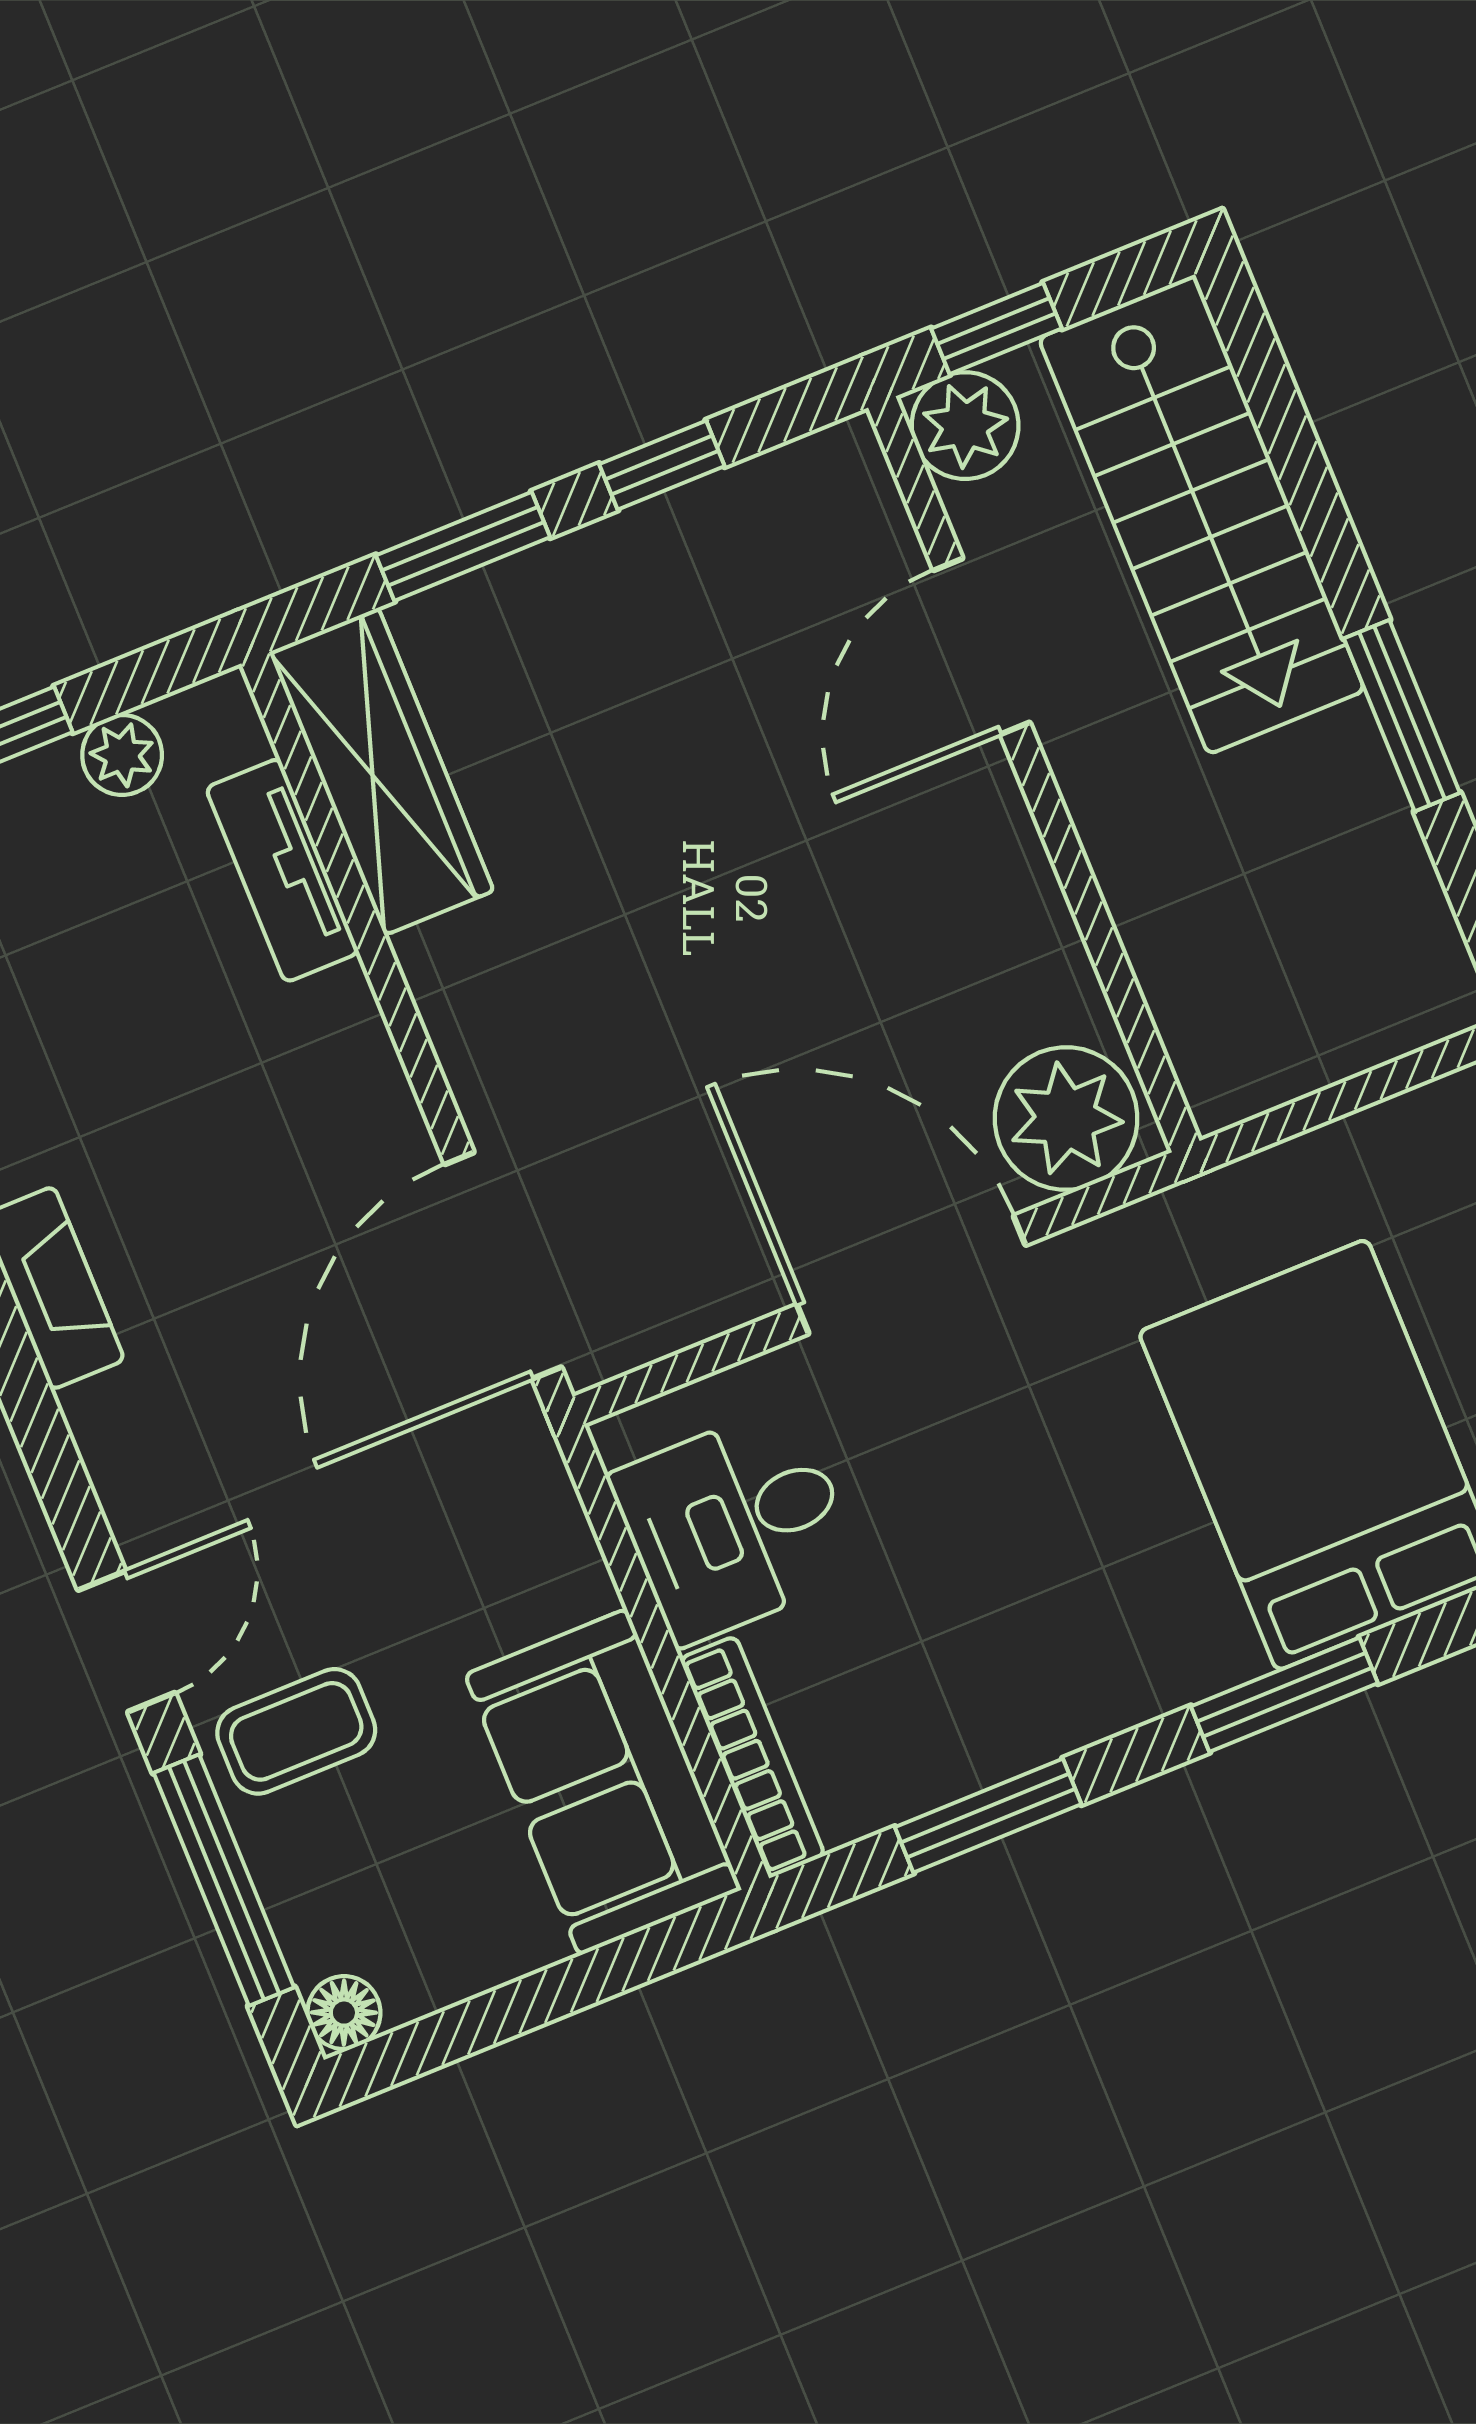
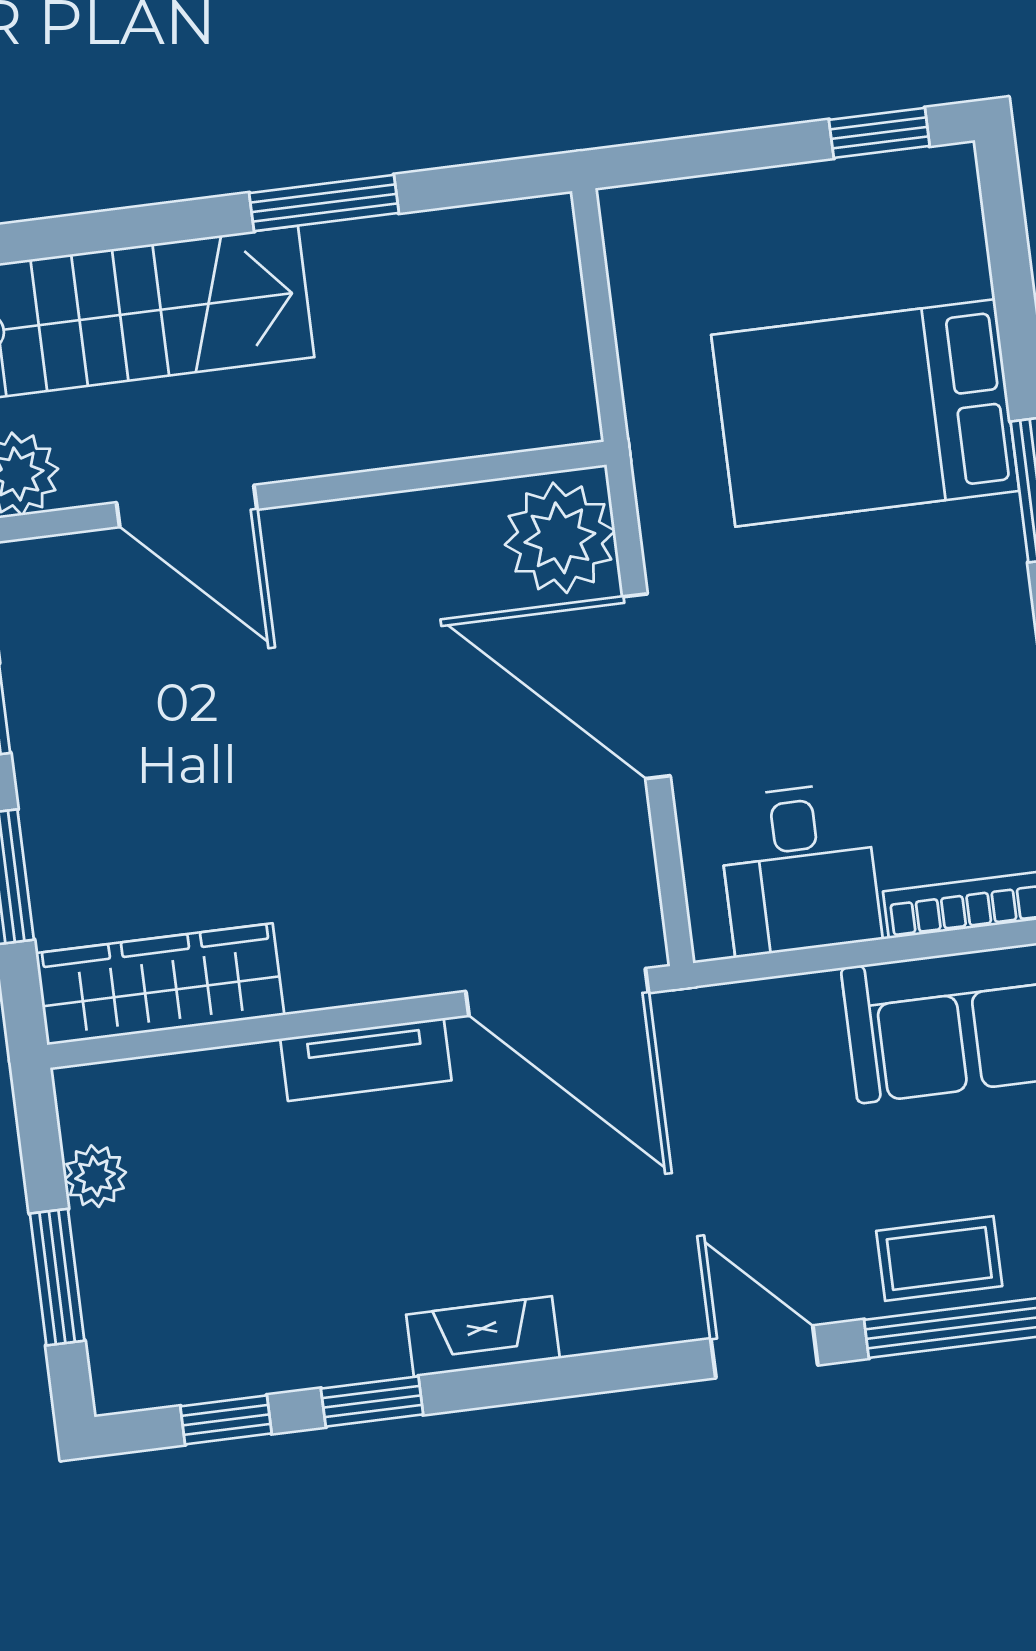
tv unit: (282, 870) -> (366, 1060), moved
door: (911, 1275) -> (646, 686), hinge flipped
coffee table: (296, 1731) -> (939, 1258), moved, turned 90

